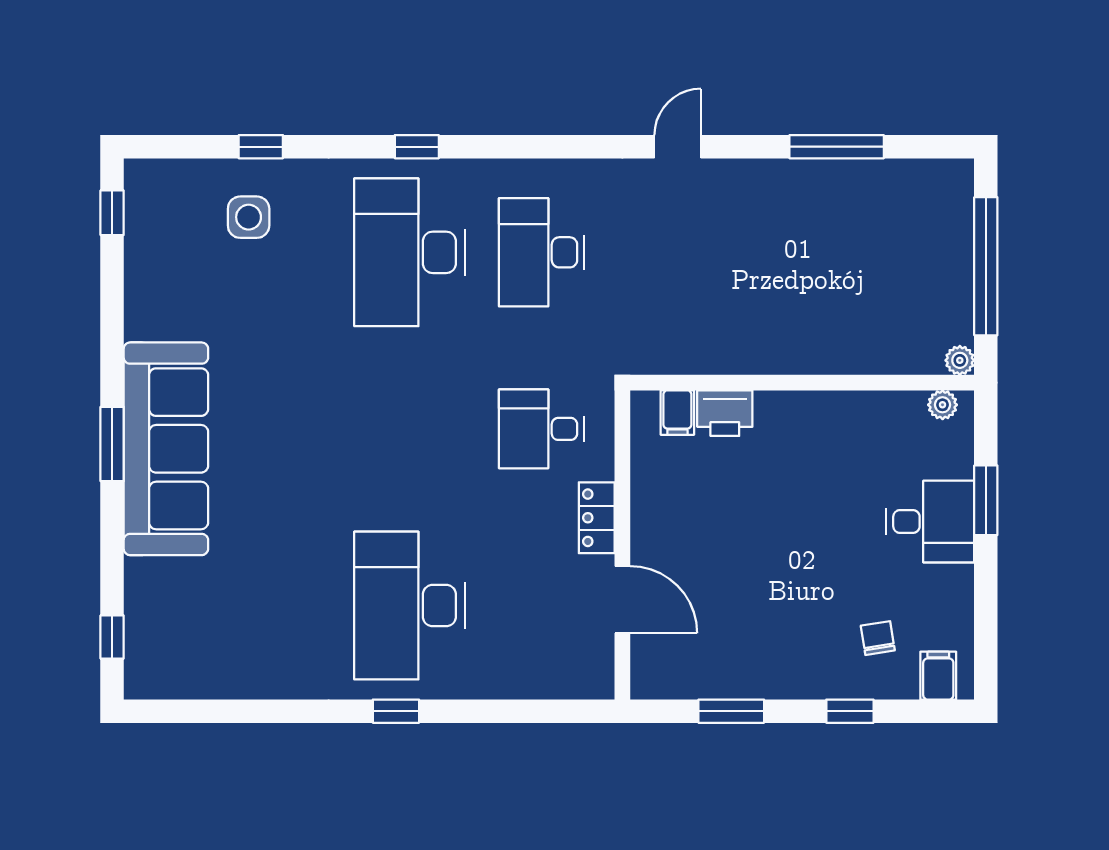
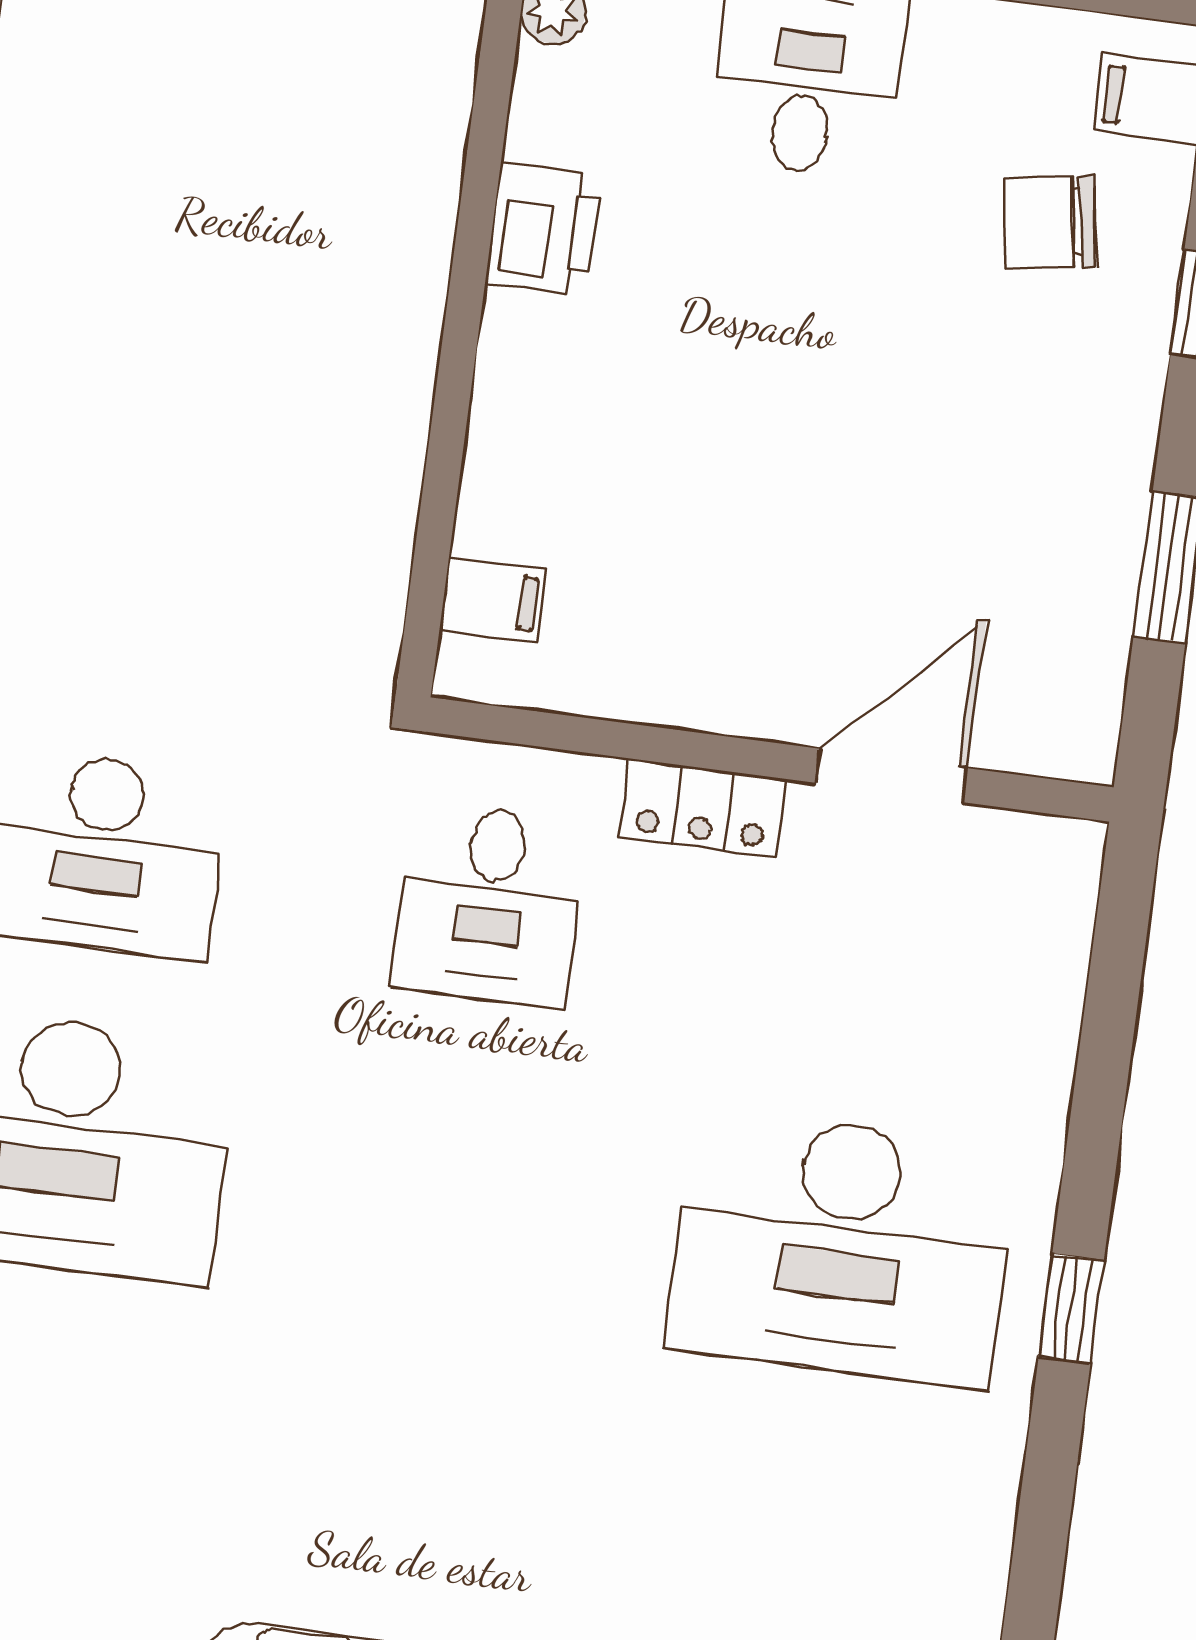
printer: (725, 413) -> (543, 229), moved
chair: (878, 638) -> (1050, 222), width x1.37, depth x1.37

